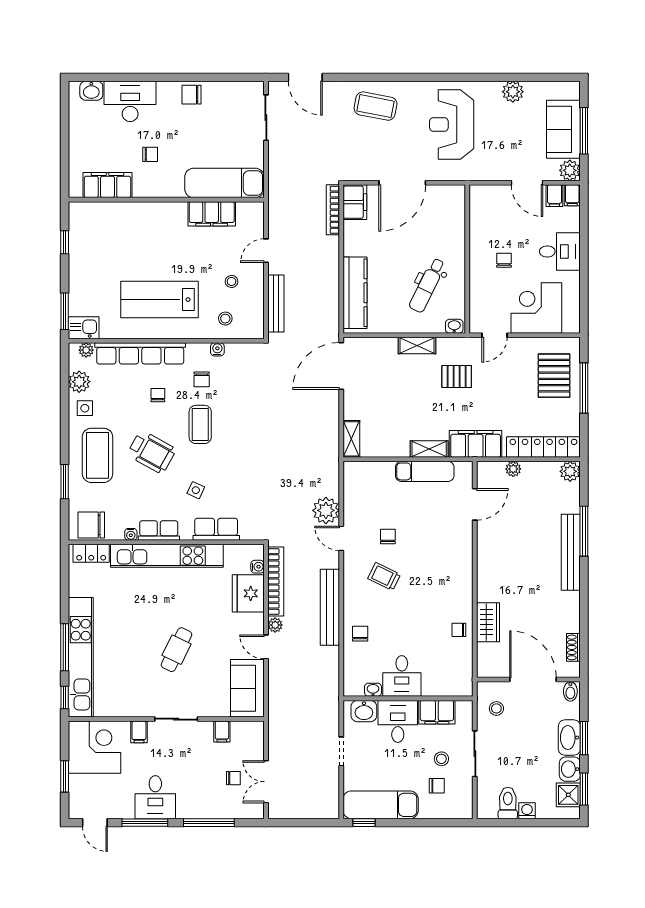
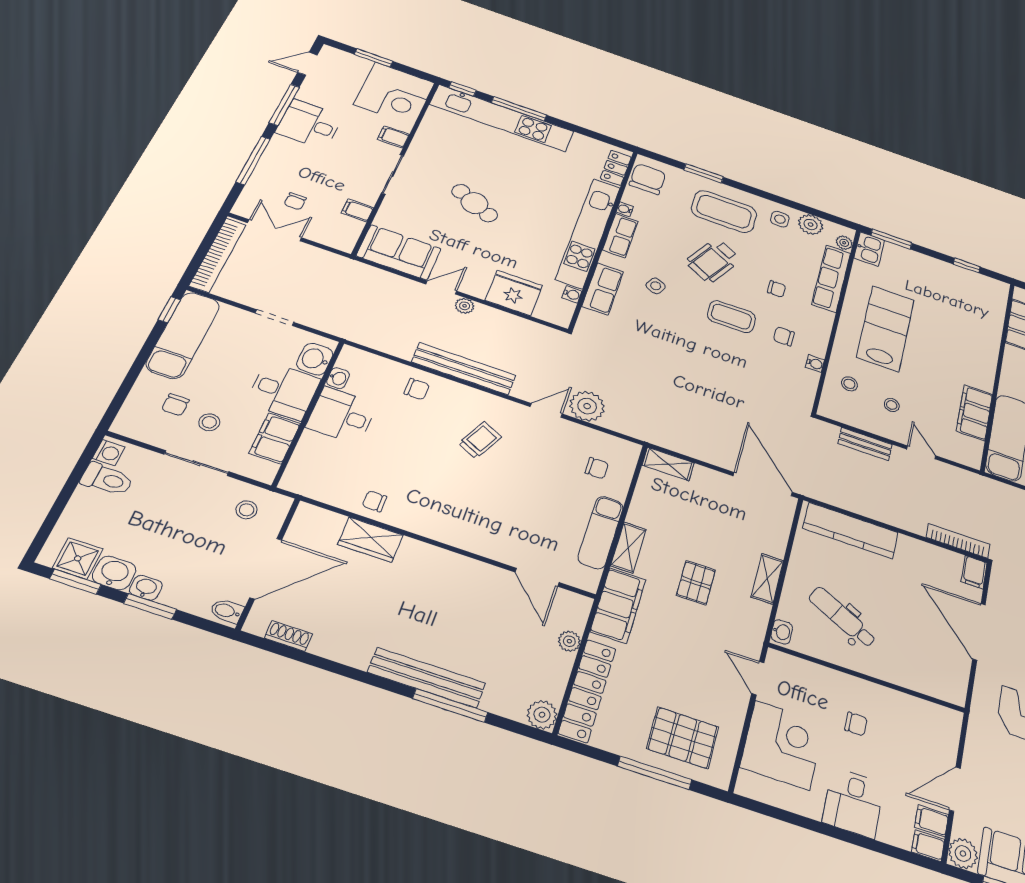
filing cabinet: (355, 202) -> (974, 572), width x0.50
bench: (276, 303) -> (865, 444), width x0.73
row of seats: (140, 353) -> (831, 278), width x0.73
pallet: (457, 377) -> (696, 583), moved
chair: (388, 537) -> (597, 468), moved
water cooler: (257, 567) -> (572, 294), moved, turned -90
bookcase: (276, 581) -> (218, 255), moved, turned -90
chair: (459, 630) -> (375, 501), turned -90
washbasin: (569, 738) -> (146, 588), width x0.52, depth x0.69
washing machine: (527, 811) -> (109, 453), moved

